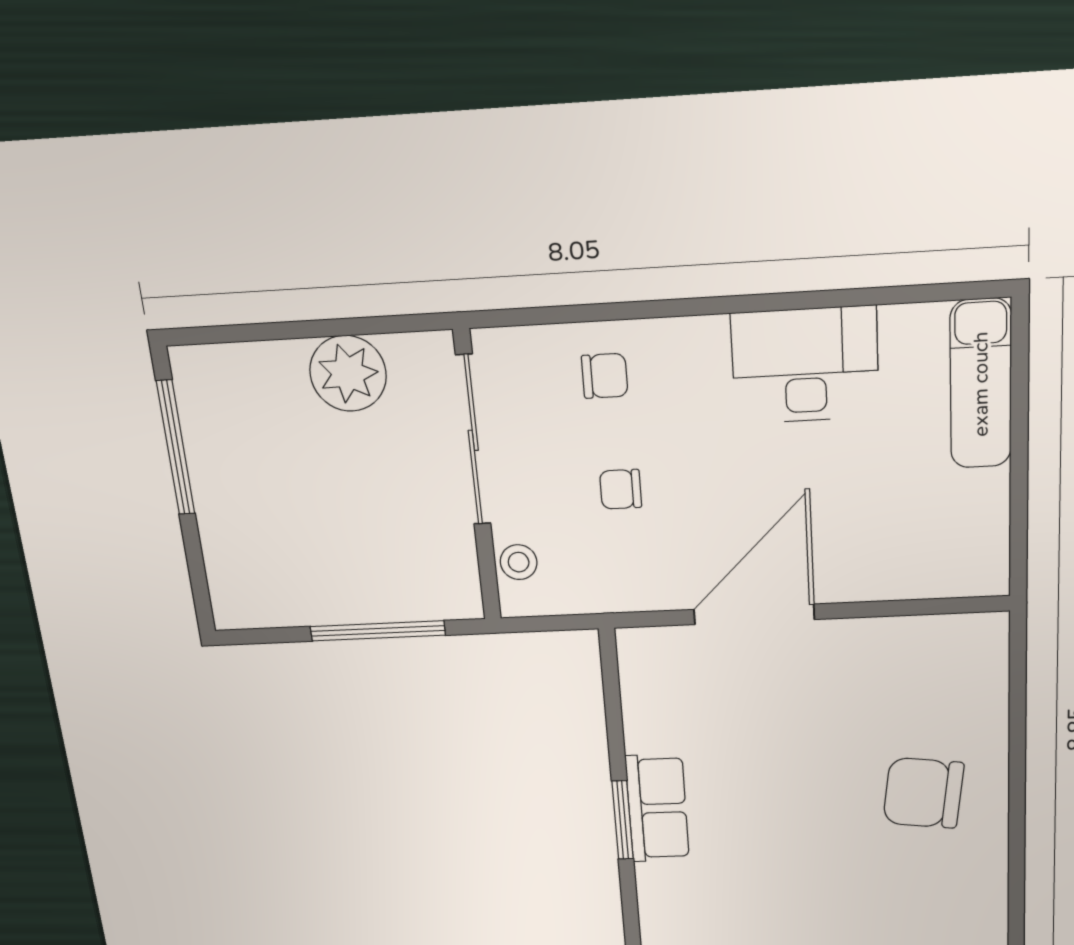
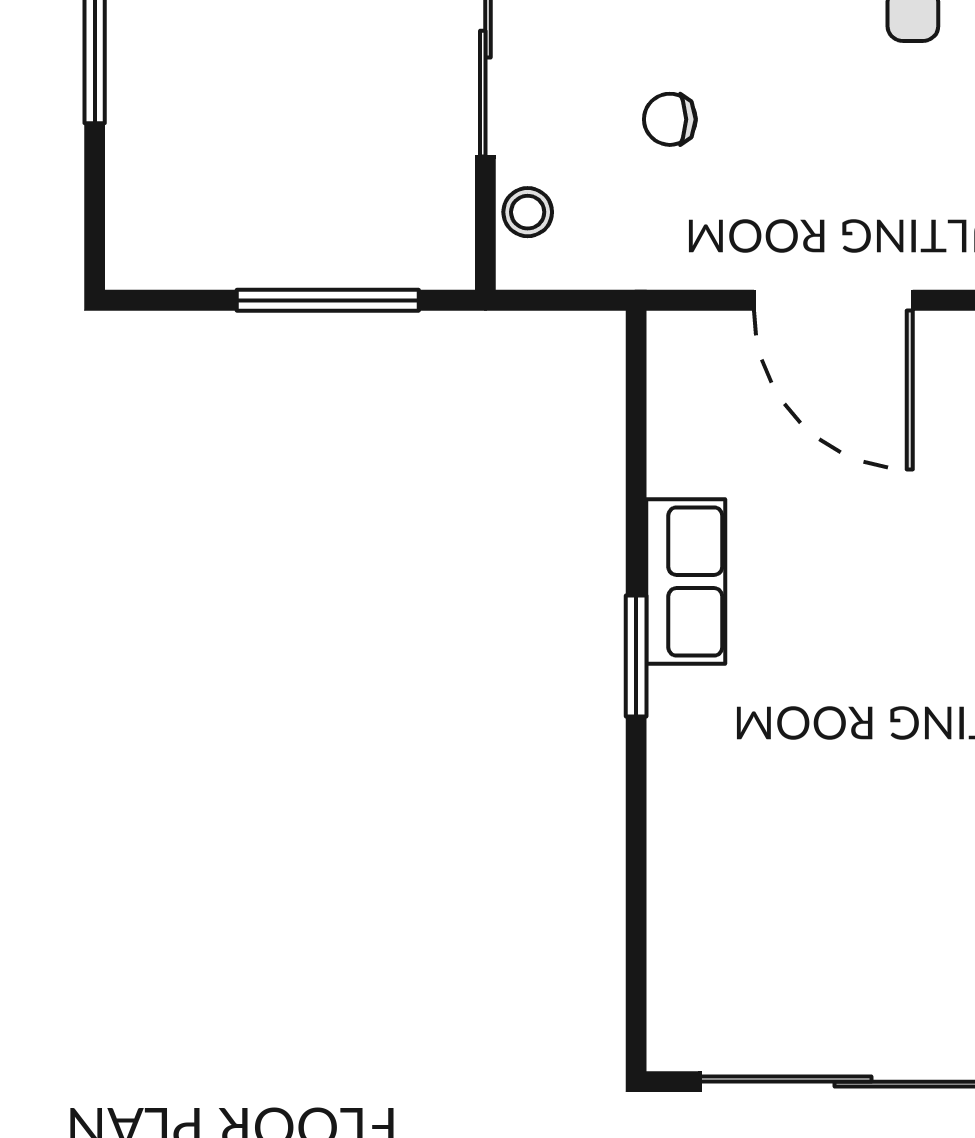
door: (754, 614) -> (833, 300), swing flipped
window: (623, 820) -> (636, 656), moved

